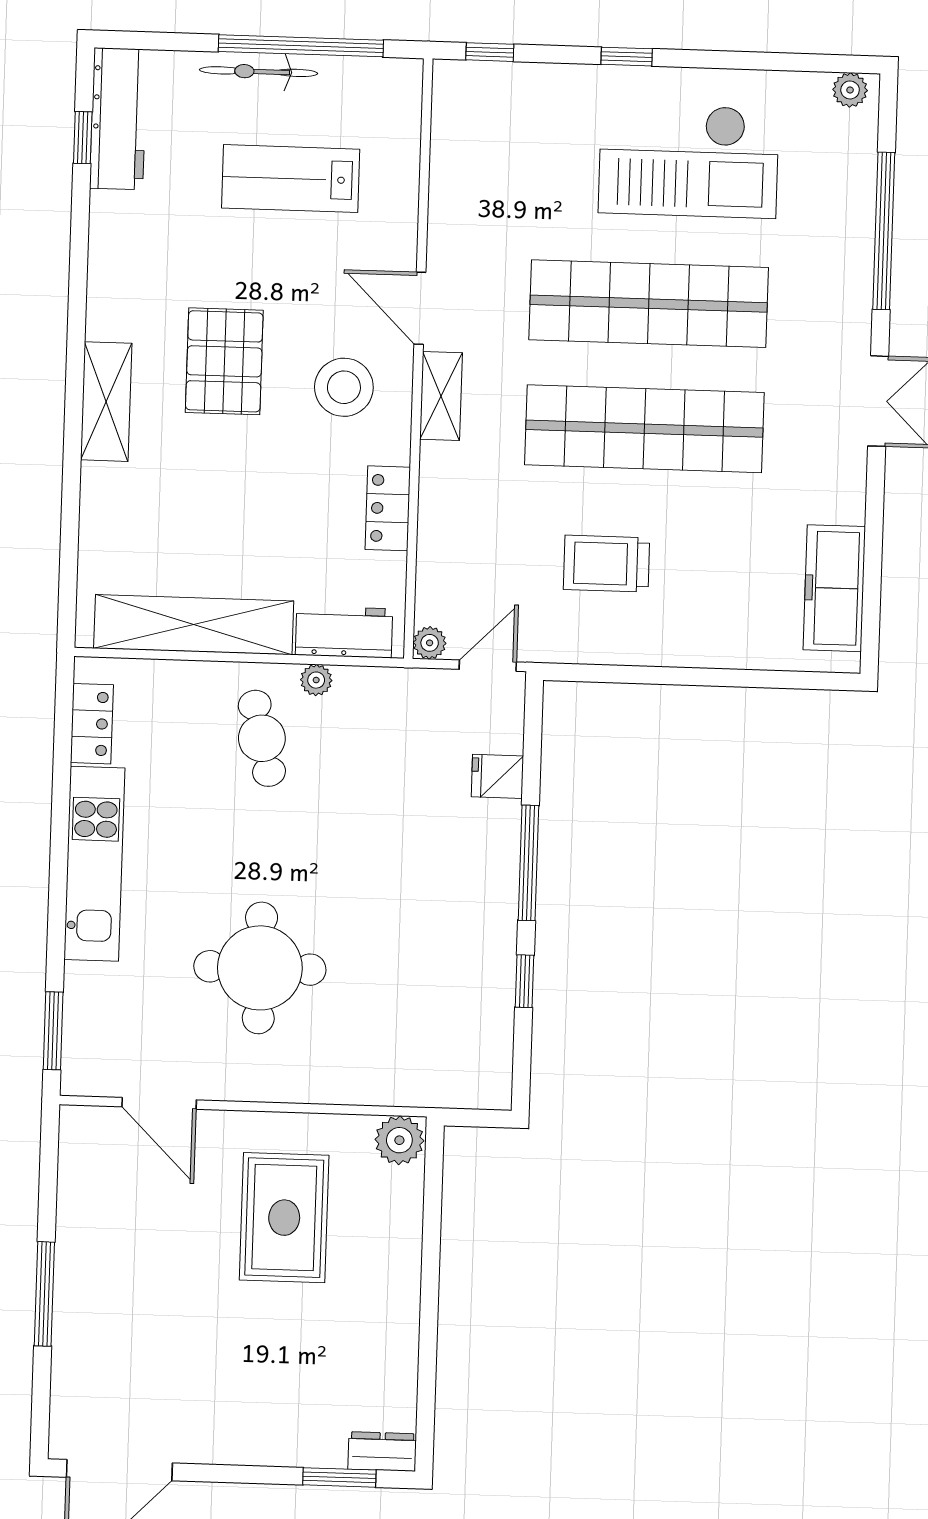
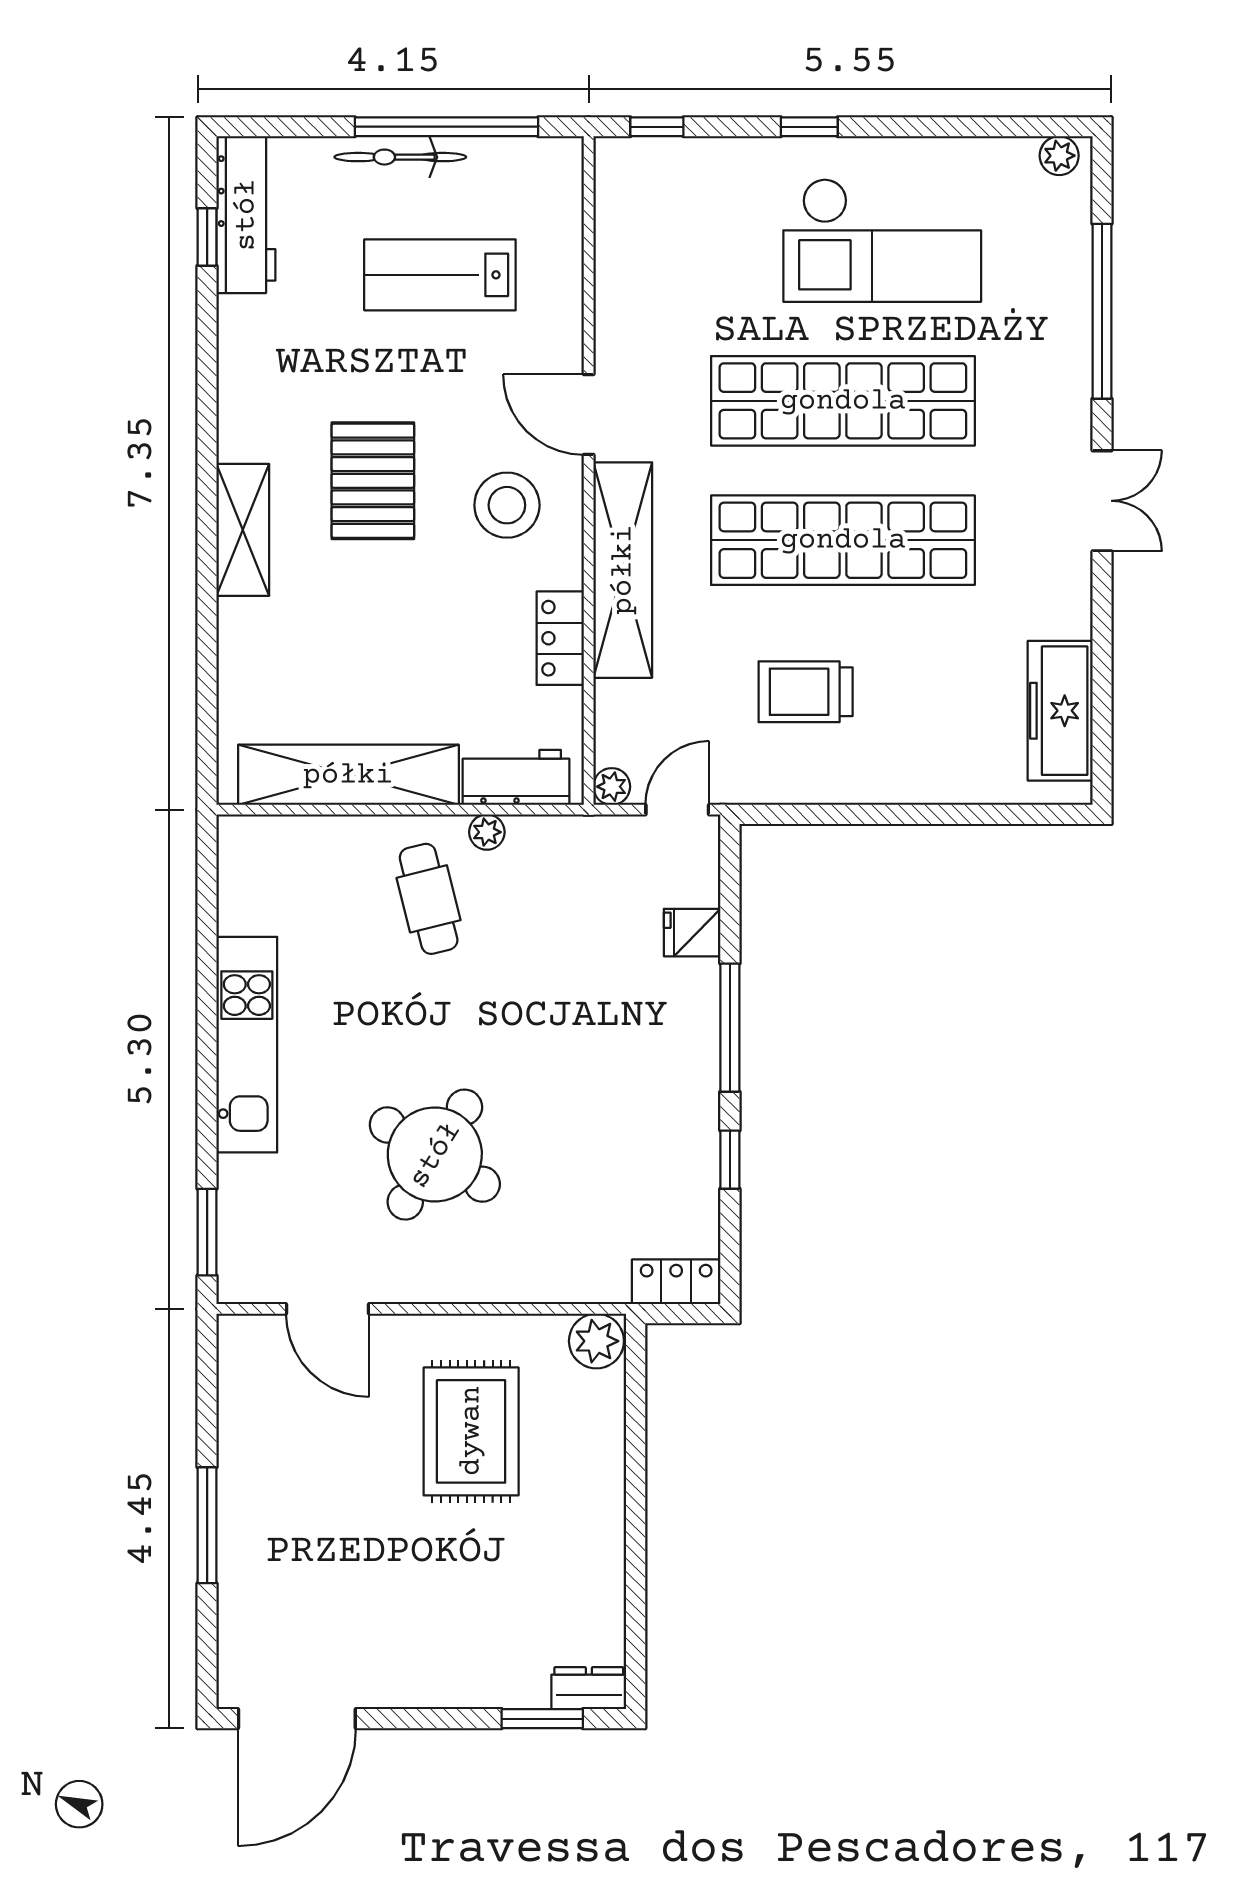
shelving: (441, 396) -> (623, 570), width x2.20, depth x1.33
locker: (92, 724) -> (676, 1282), moved, turned -90
round table: (260, 968) -> (435, 1155), turned 32

